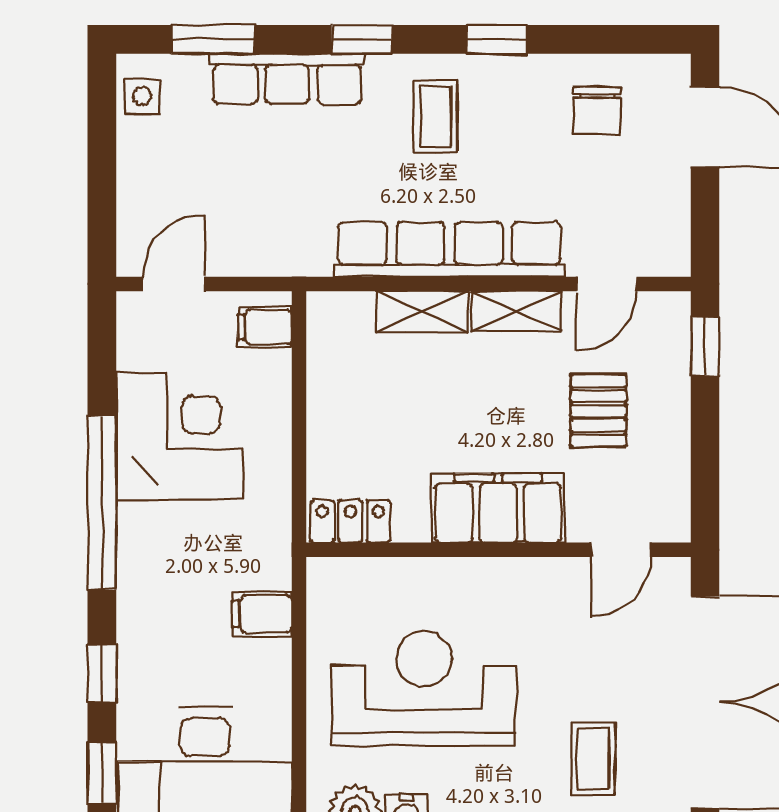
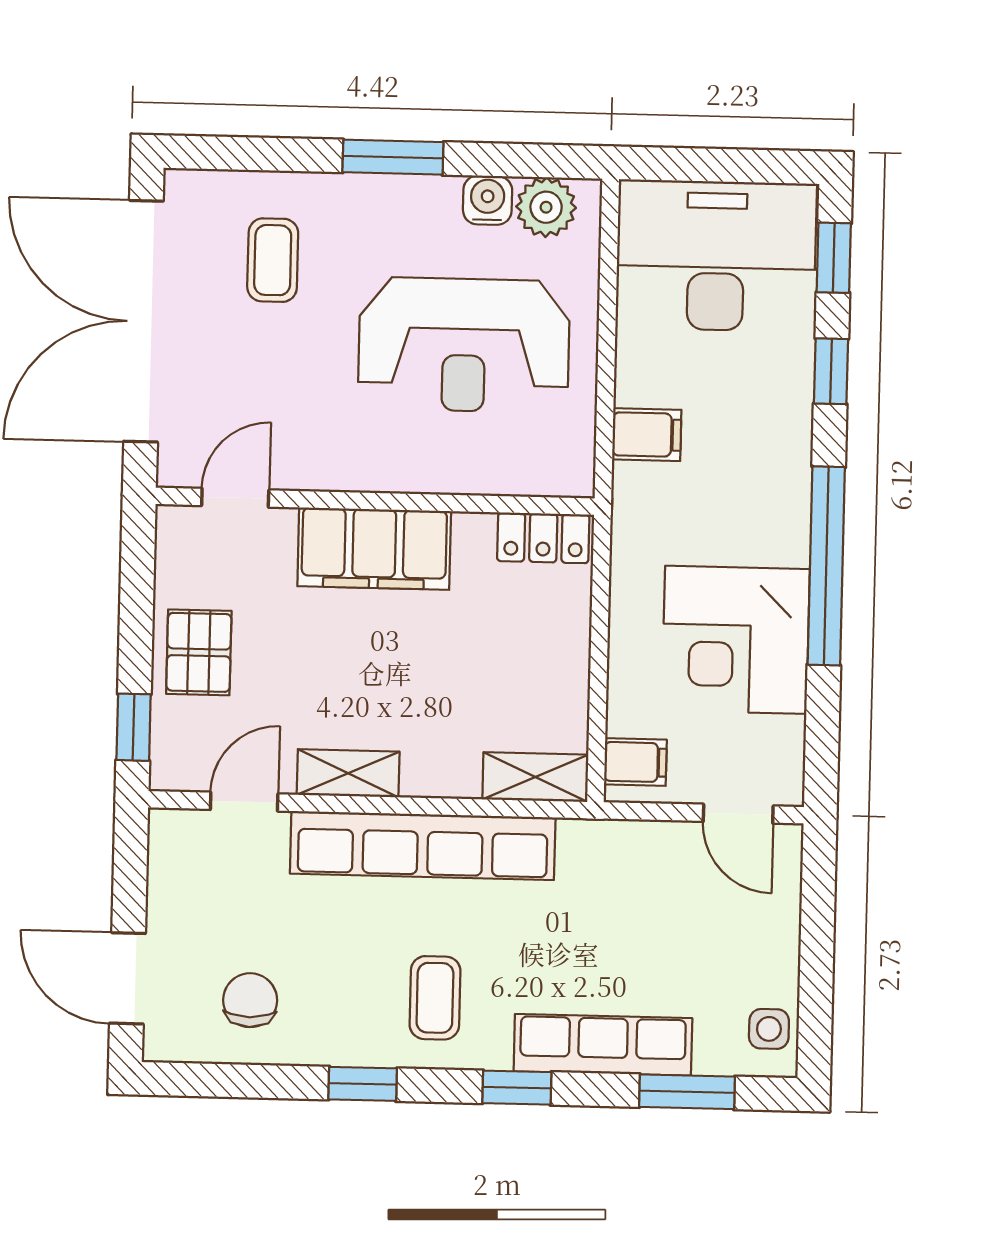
door: (174, 284) -> (738, 814), hinge flipped
shelving: (422, 312) -> (535, 777), moved
pallet: (598, 411) -> (199, 652), moved

